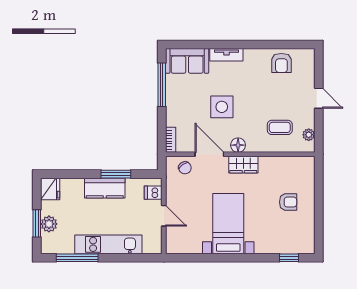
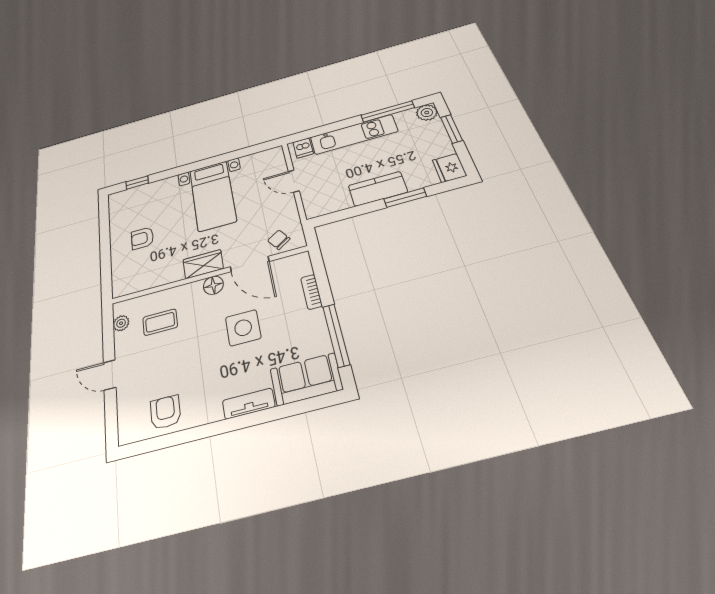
bookcase: (171, 140) -> (311, 292), moved
window: (116, 174) -> (405, 198), moved
dishwasher: (153, 193) -> (303, 148), moved, turned 90
plant: (49, 224) -> (427, 113), moved

